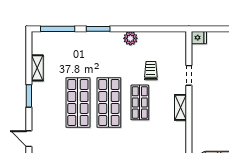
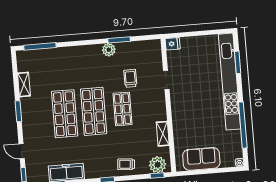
window: (98, 29) -> (119, 40), moved
shelving: (180, 107) -> (163, 134), moved

